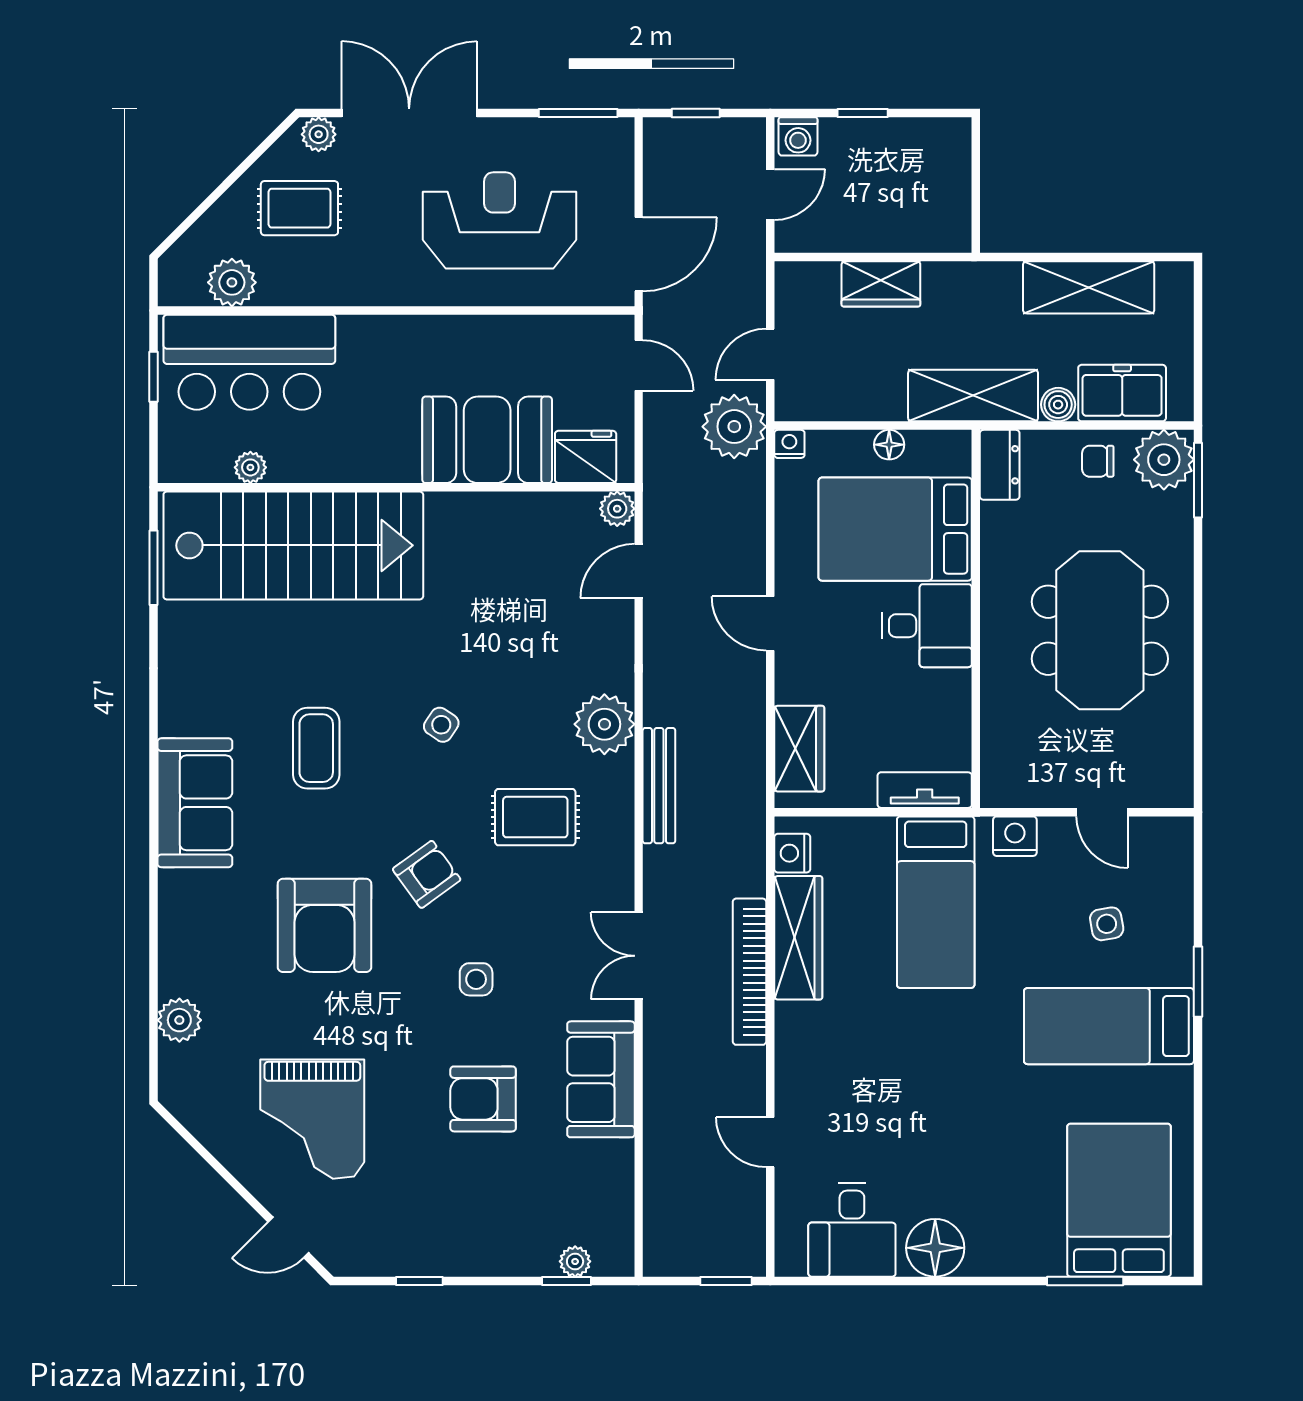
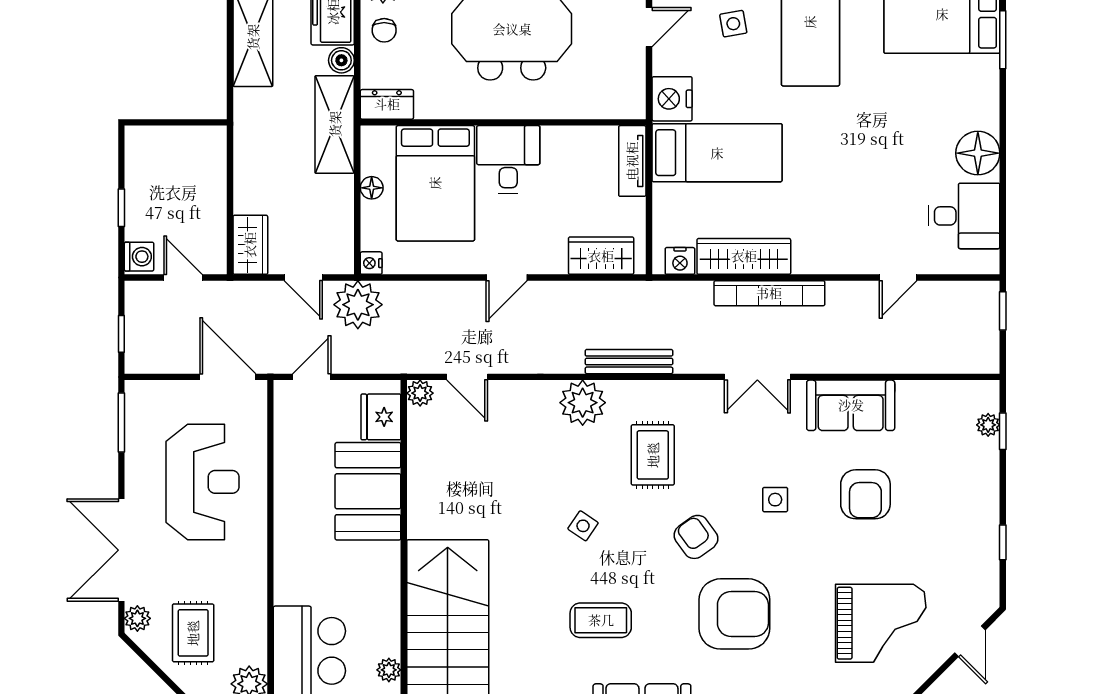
reception desk: (499, 220) -> (202, 482), turned 180
wardrobe: (881, 284) -> (250, 245), moved
nightstand: (1015, 836) -> (672, 99), width x1.36, depth x1.33

